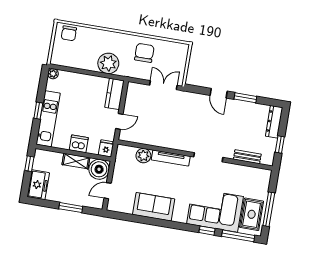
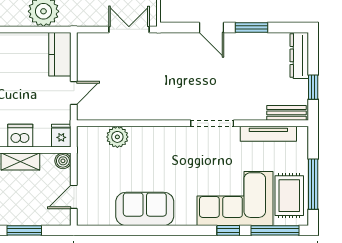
bench: (247, 157) -> (286, 113), moved
tv unit: (171, 158) -> (268, 134), moved
boiler: (99, 169) -> (63, 161), width x0.54, depth x0.54

